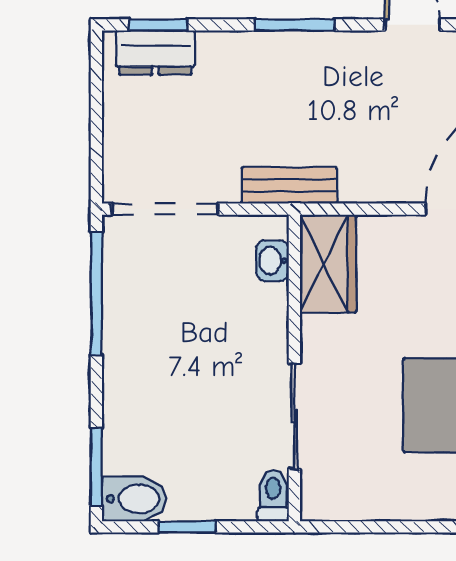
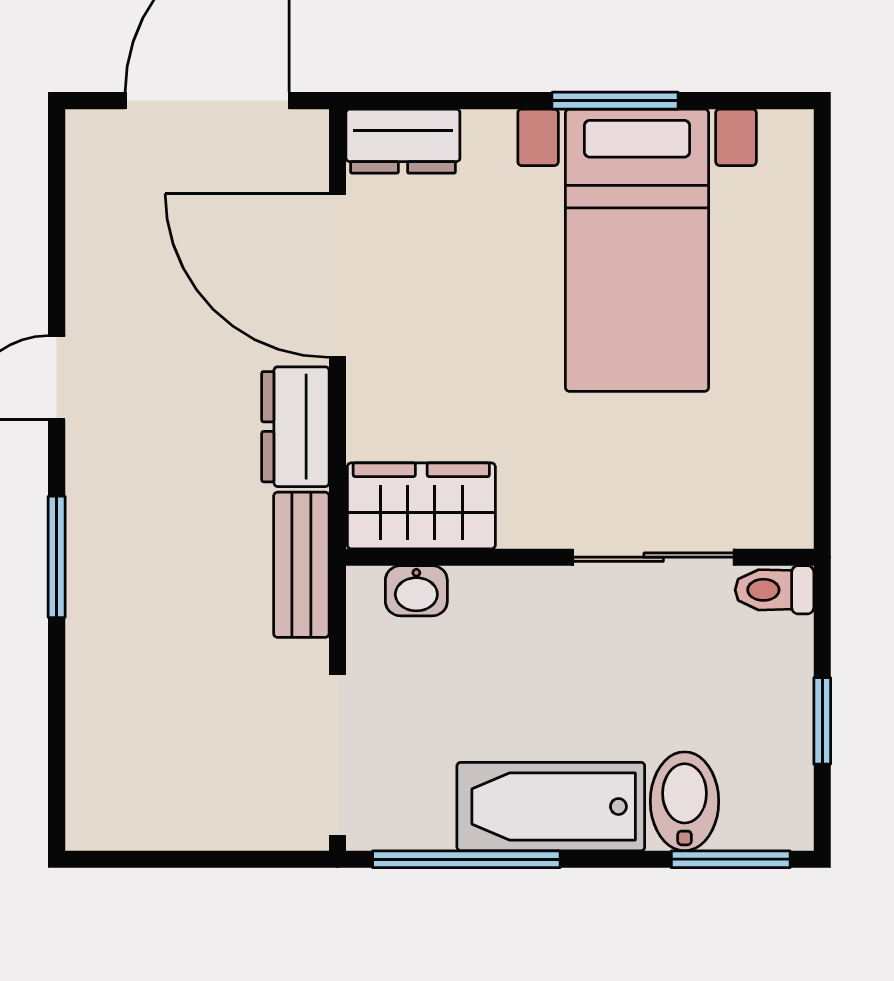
window: (158, 25) -> (57, 765), removed
dresser: (155, 52) -> (295, 427), moved, turned 180
bathtub: (131, 349) -> (551, 807), added
bidet: (134, 499) -> (685, 801), moved

